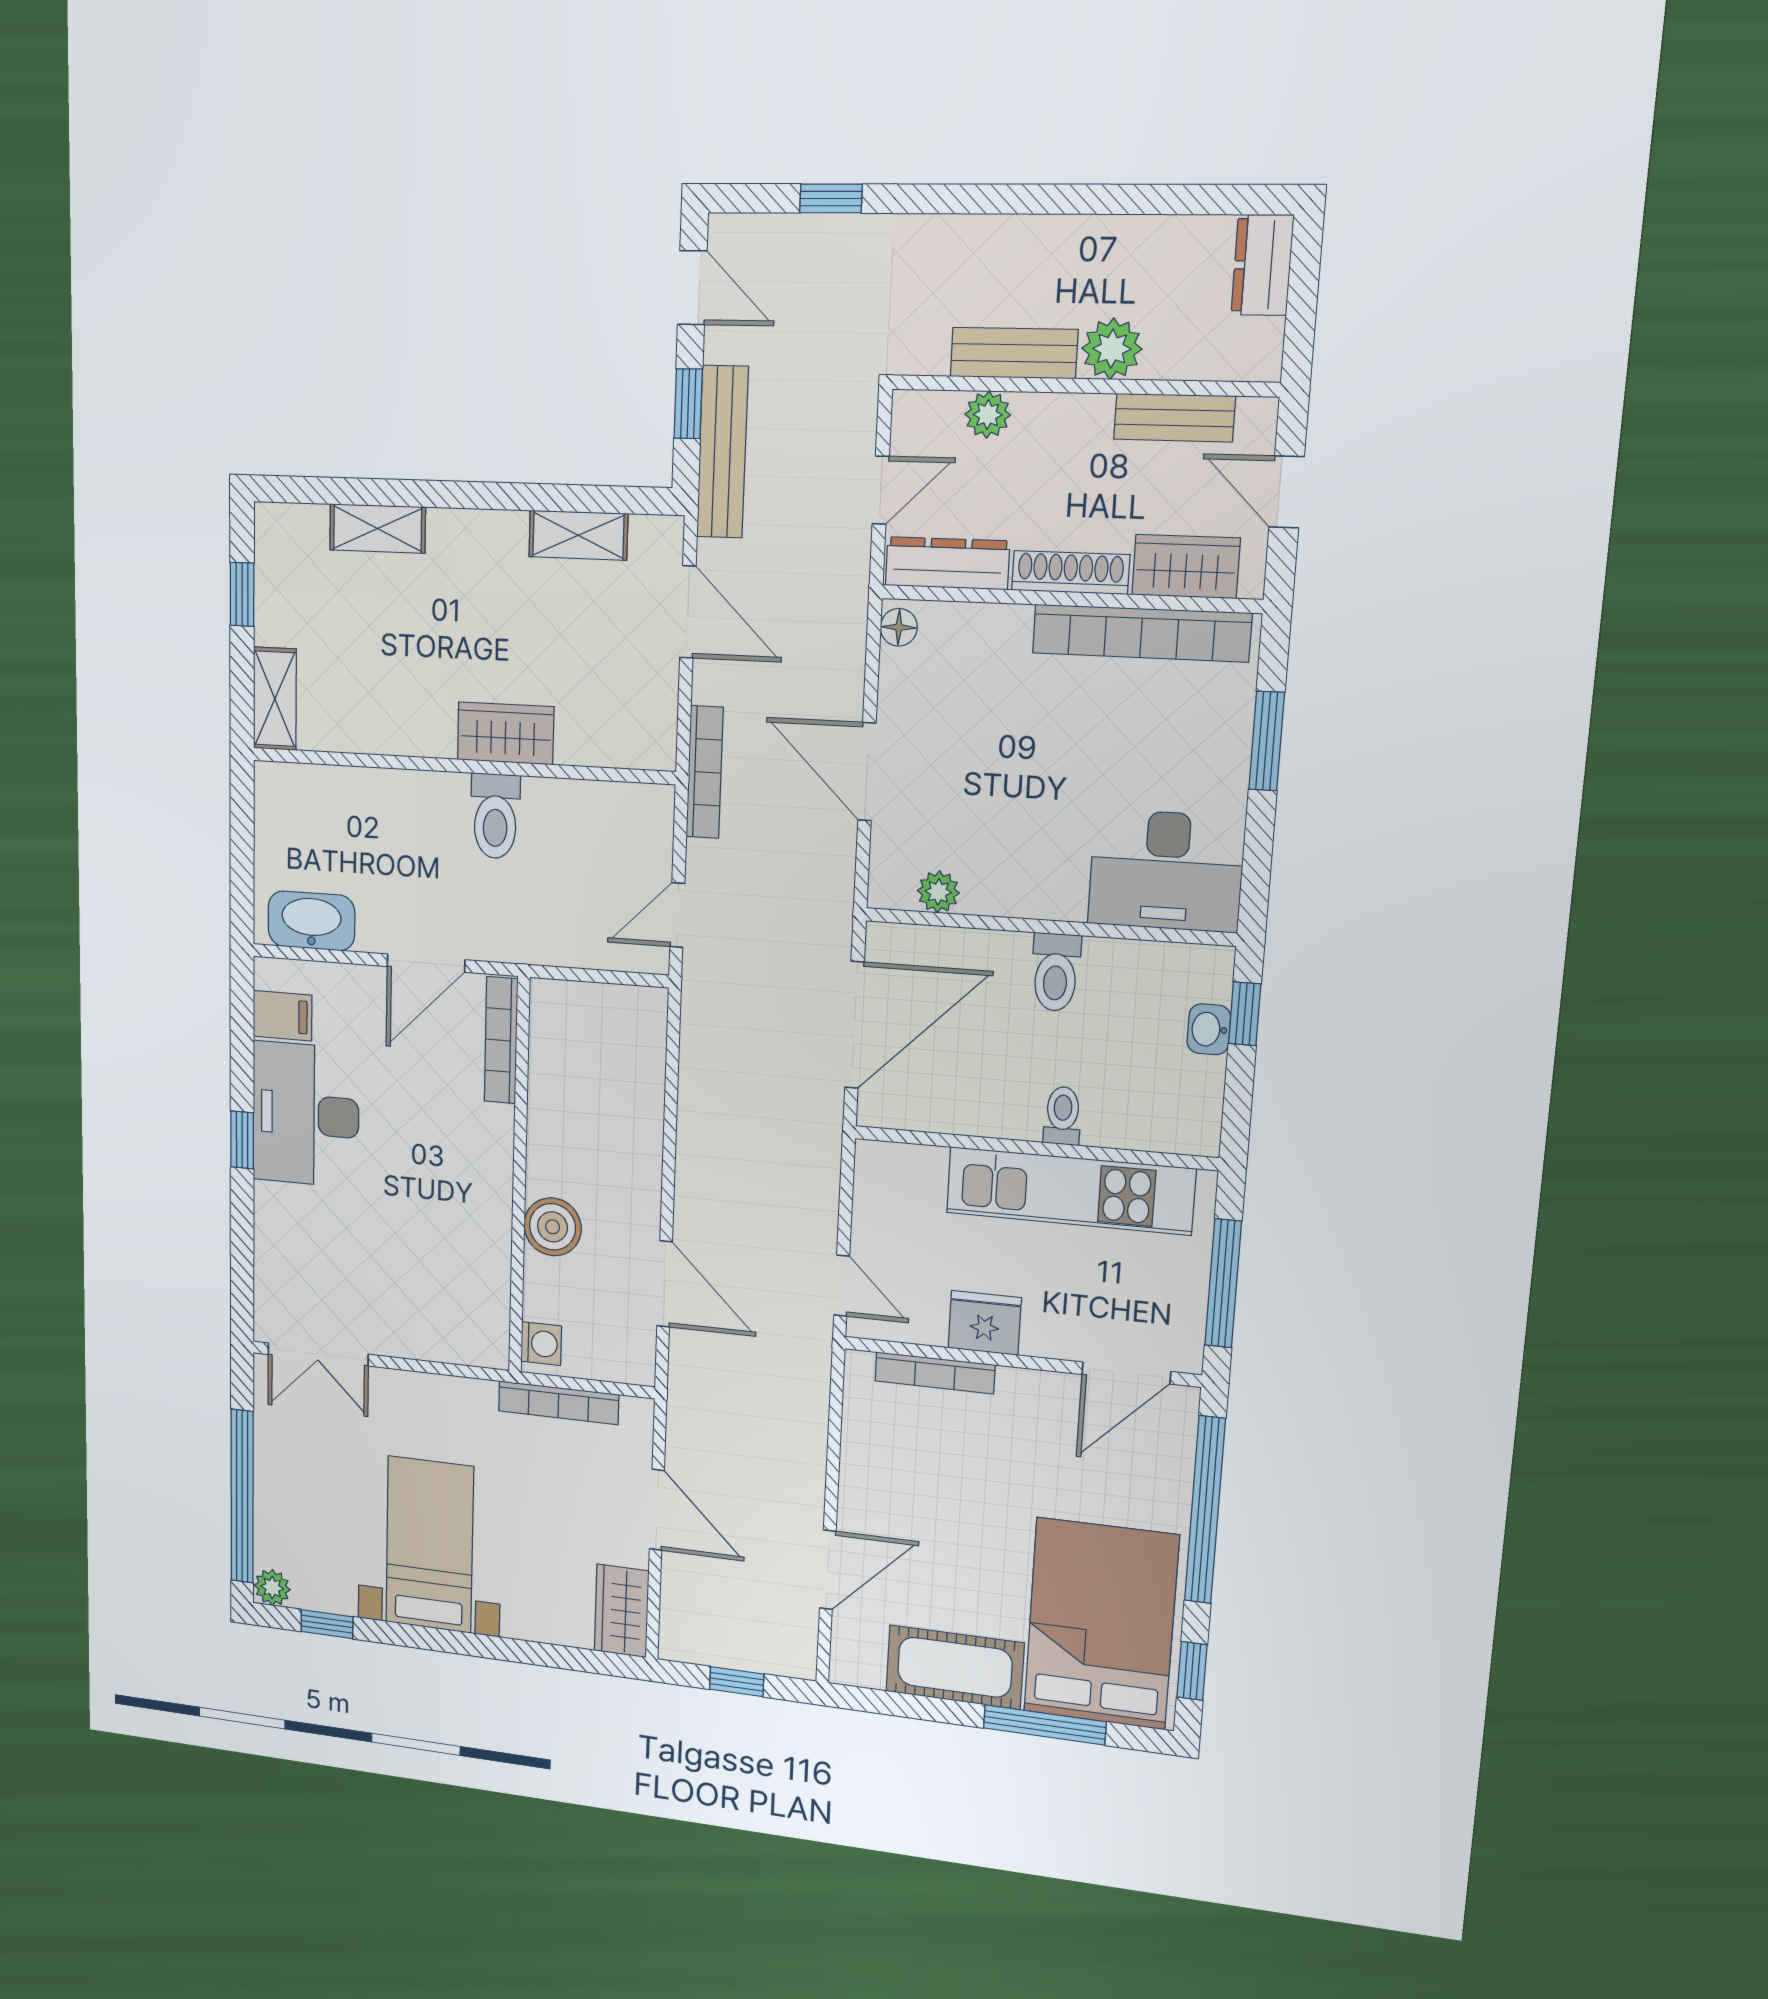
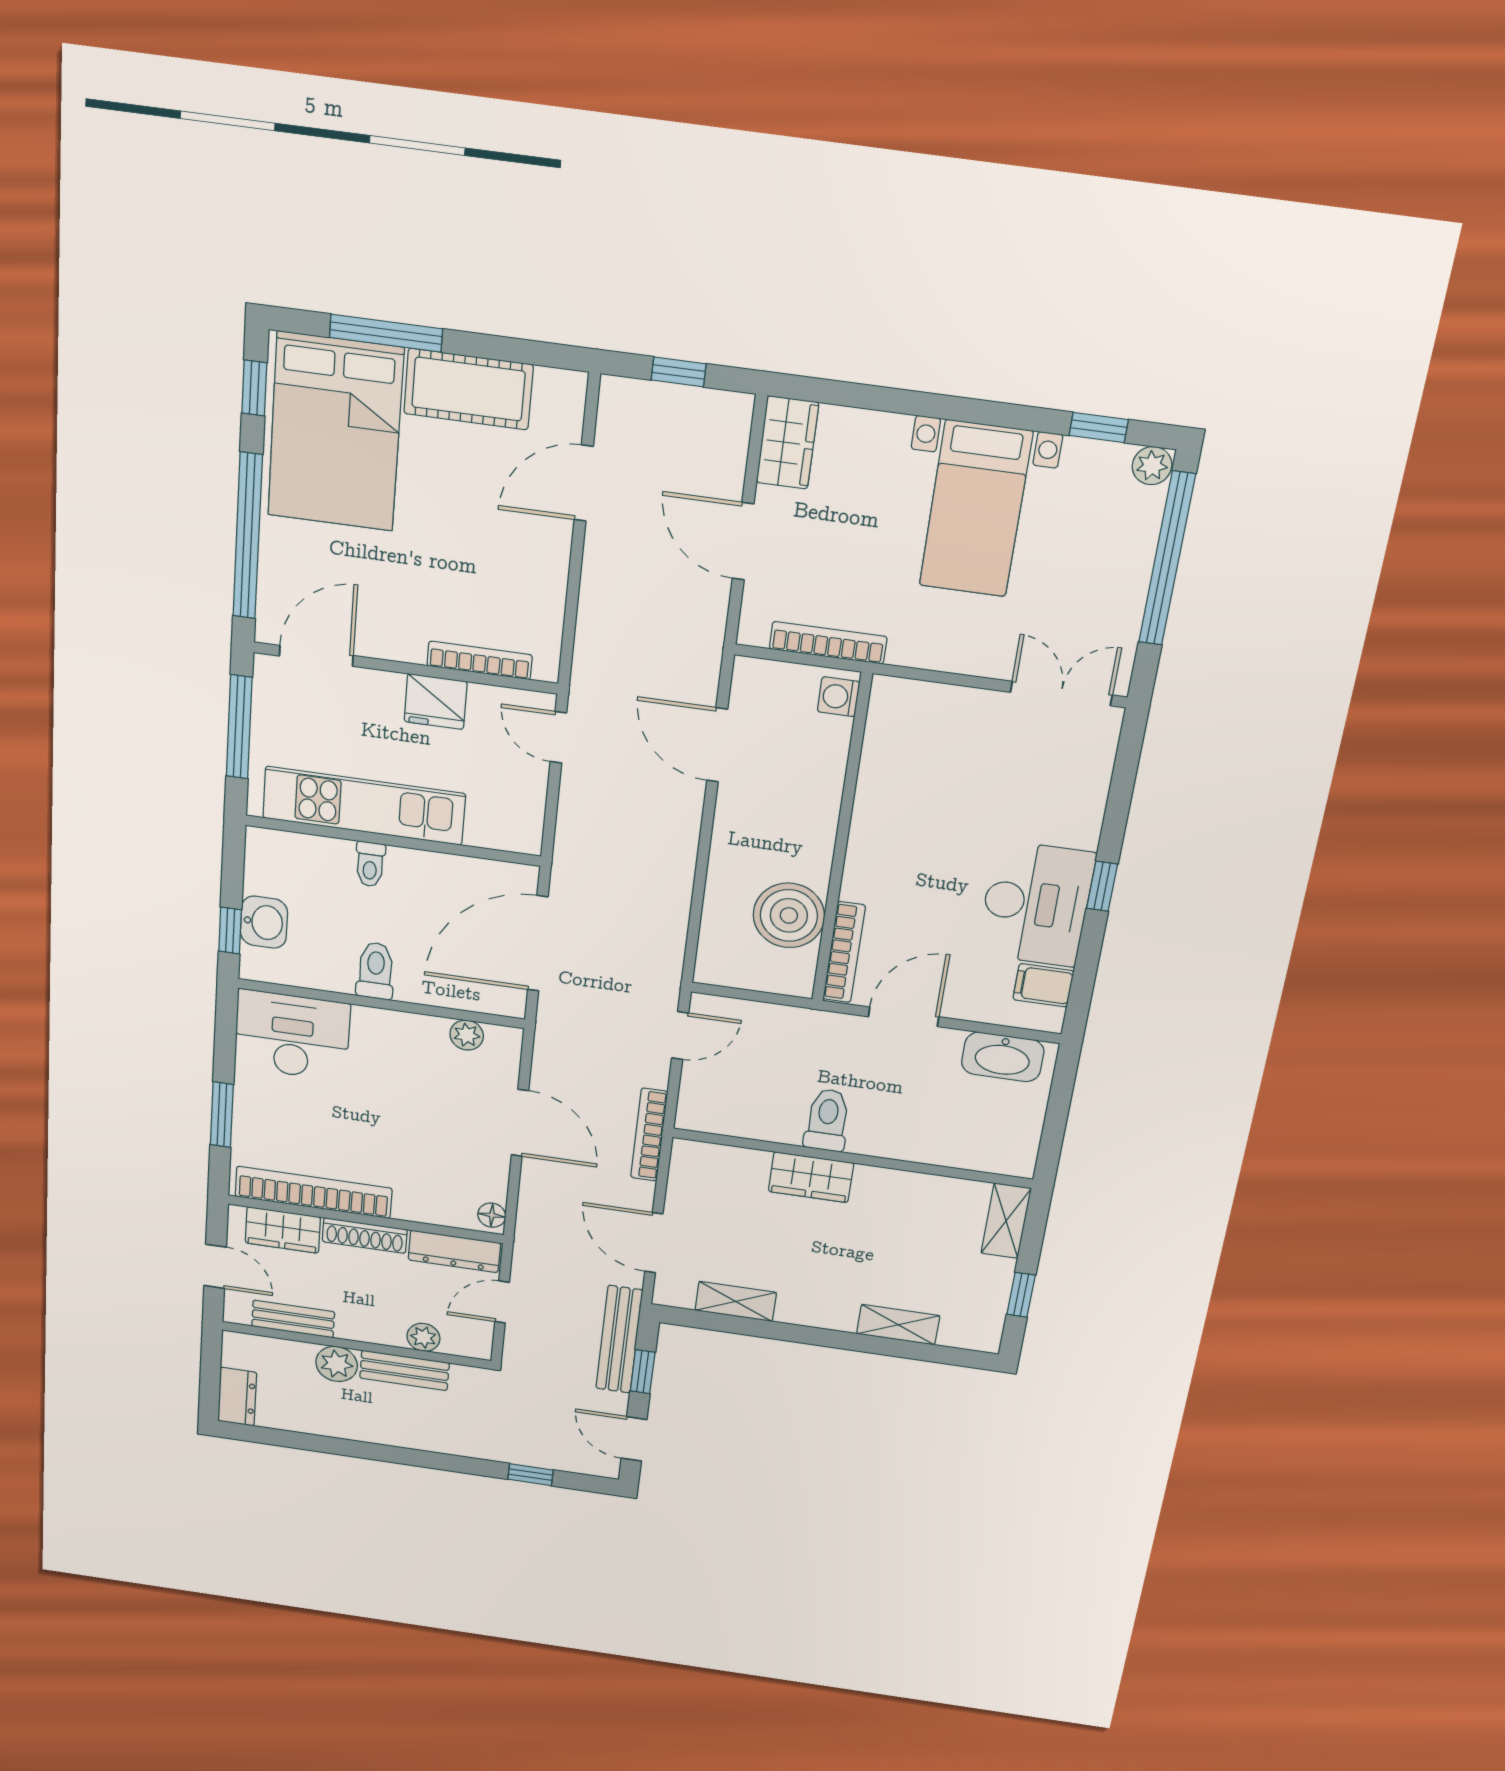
washbasin: (1209, 1029) -> (264, 922), width x1.38, depth x1.45
boiler: (553, 1227) -> (789, 915), moved, width x1.37, depth x1.37

